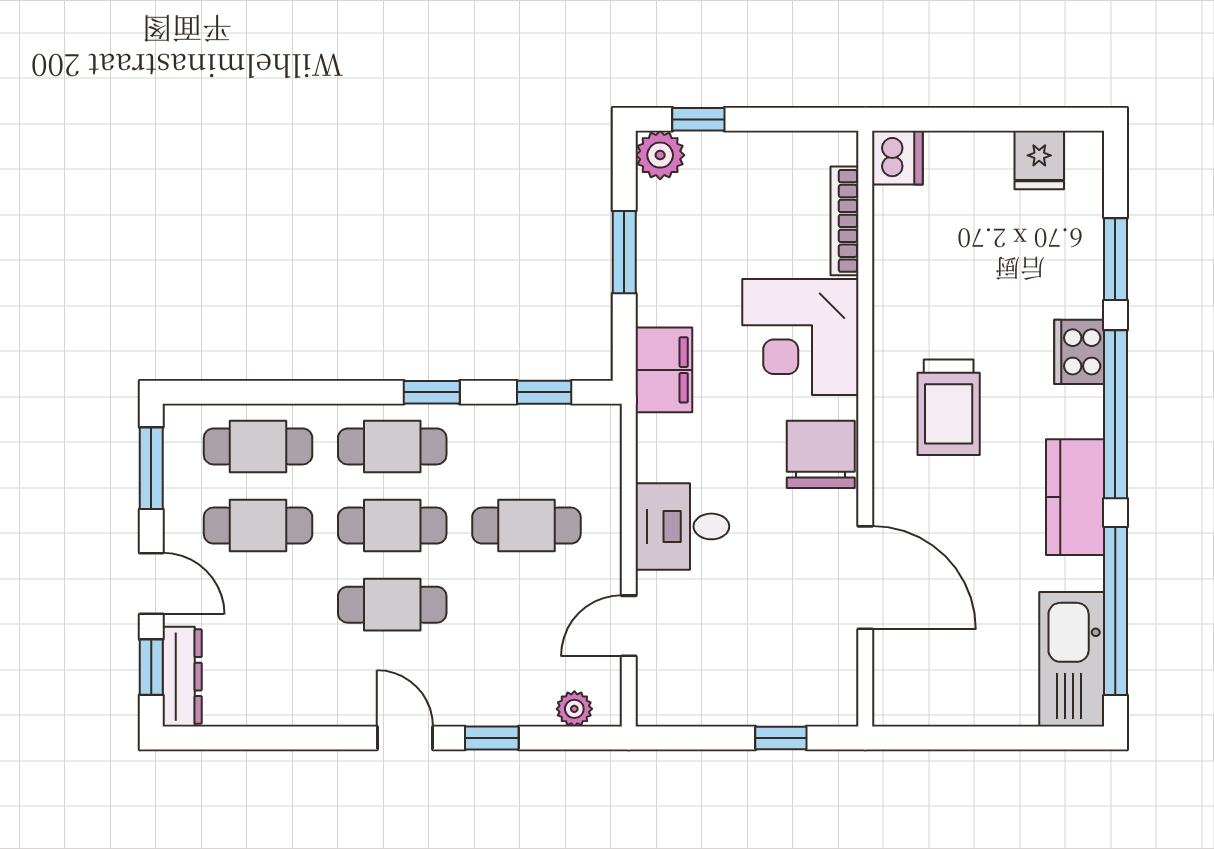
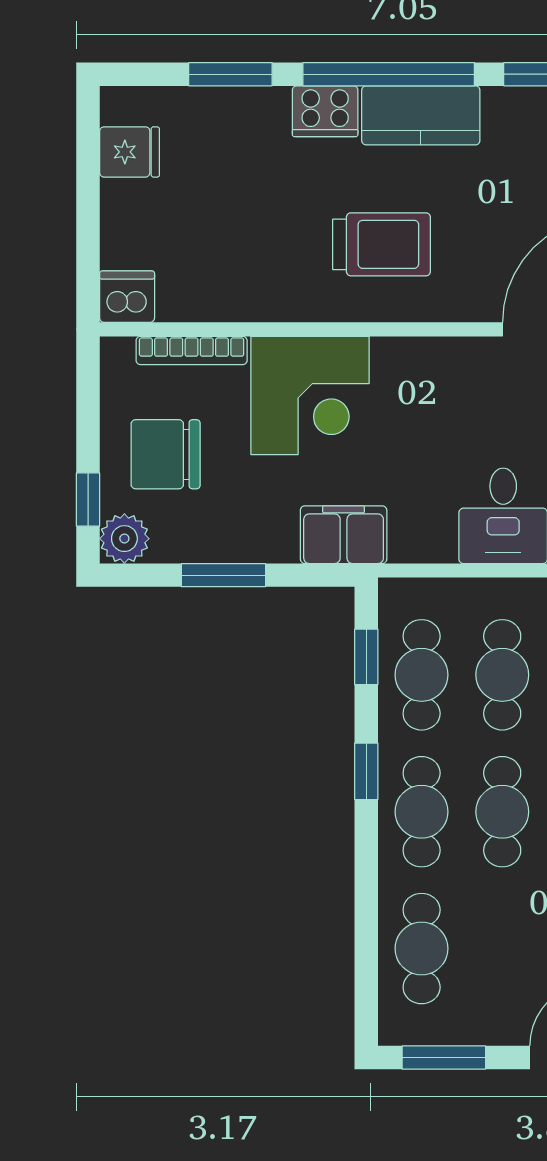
chair: (821, 454) -> (166, 454), moved
kitchen counter: (1075, 497) -> (421, 115), moved
cafe table: (258, 526) -> (422, 675), moved

